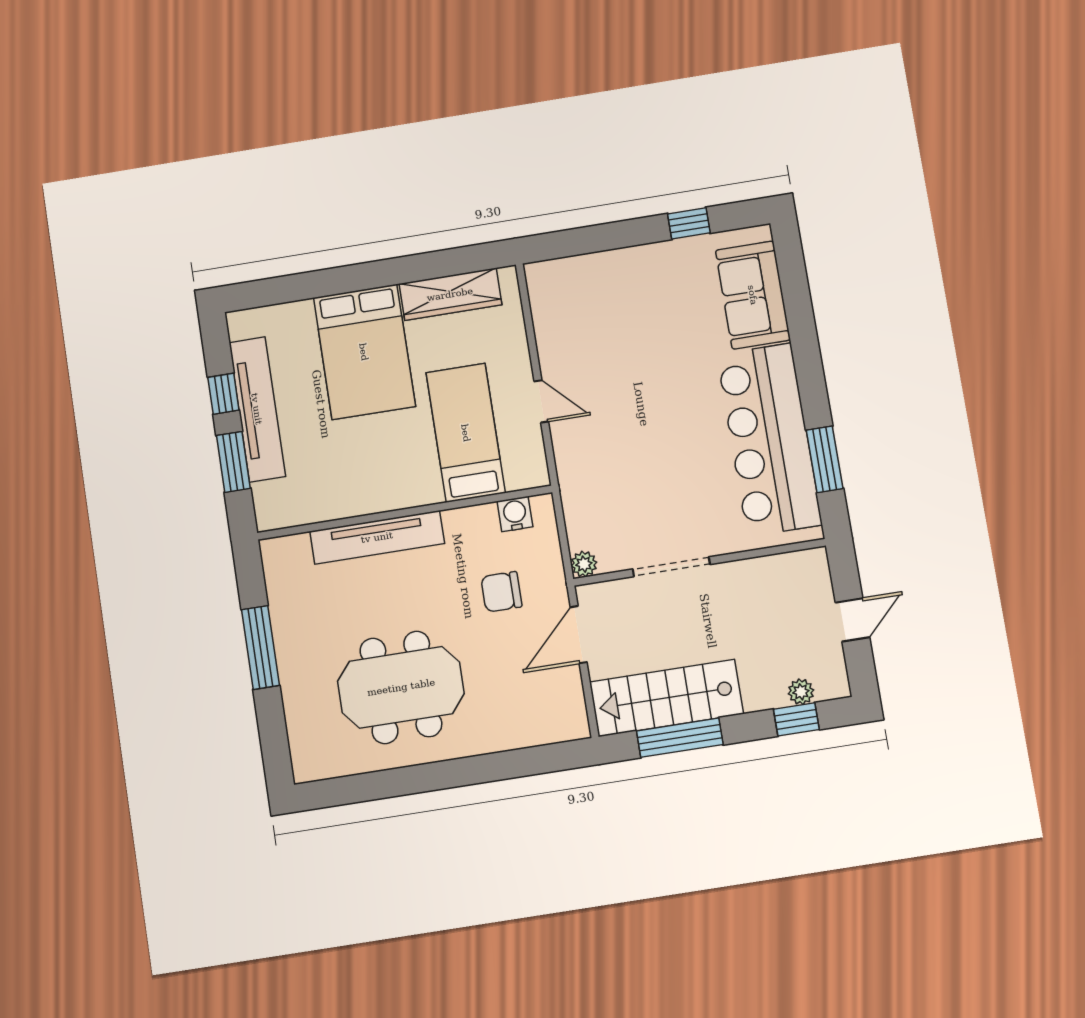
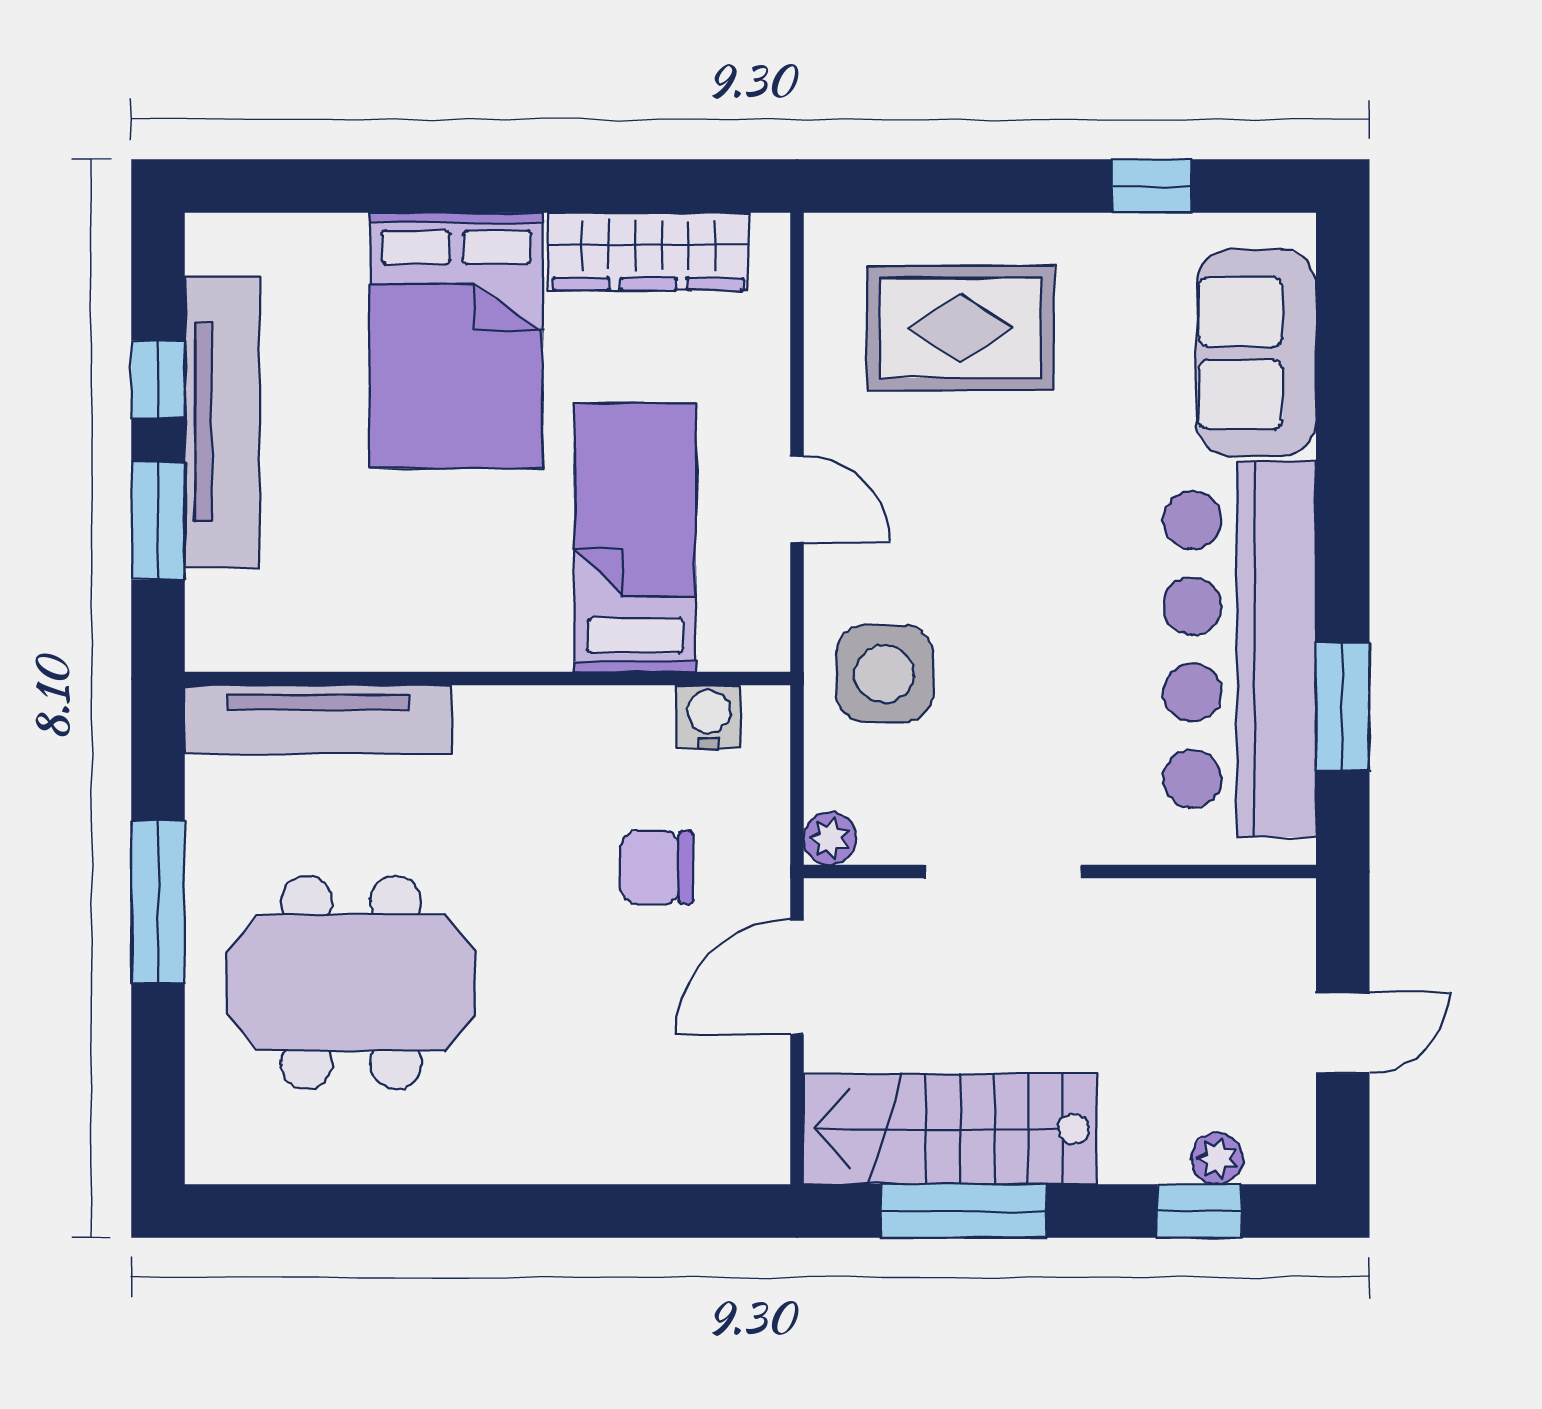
rug: (607, 306) -> (960, 328), added
side table: (598, 479) -> (884, 674), added
tv unit: (377, 537) -> (318, 719), moved
meeting table: (401, 687) -> (351, 983), moved

